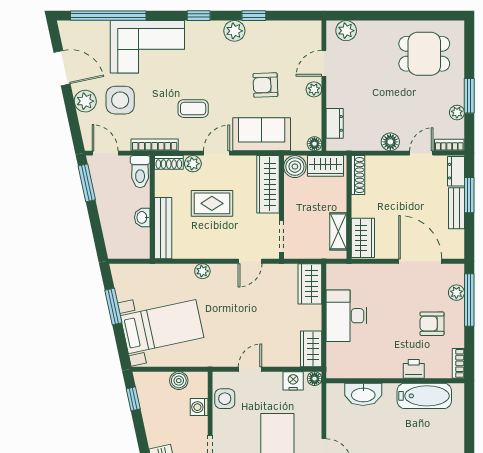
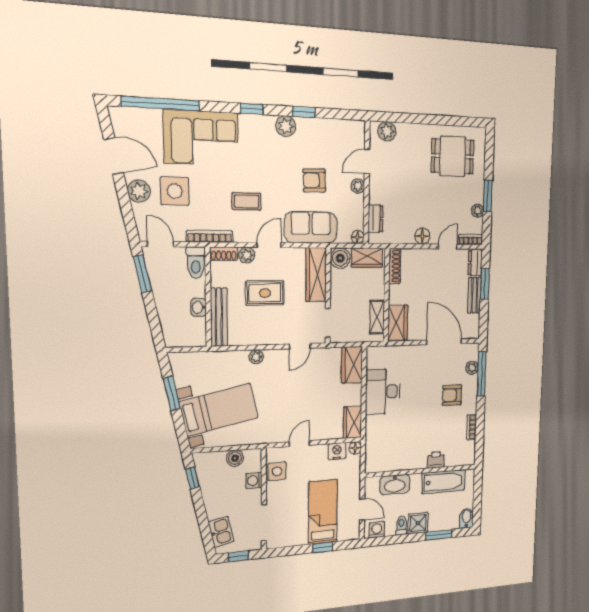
printer: (414, 369) -> (436, 460), moved
wall: (395, 381) -> (421, 471), moved
washbasin: (363, 394) -> (395, 485), moved
bathtub: (424, 396) -> (443, 482), moved

